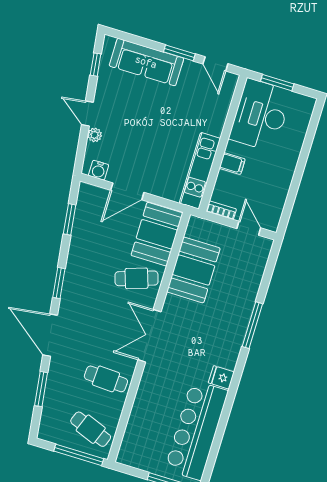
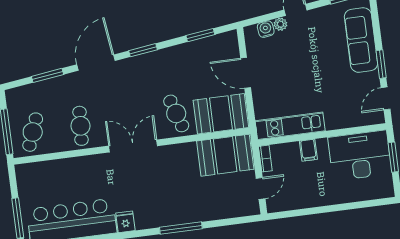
water cooler: (99, 170) -> (266, 29), moved, turned 83
booth: (193, 270) -> (225, 155), moved

